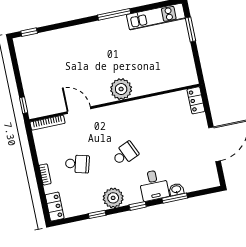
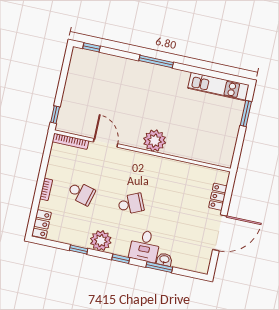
window: (114, 14) -> (156, 62), moved
locker: (196, 100) -> (218, 197), moved

